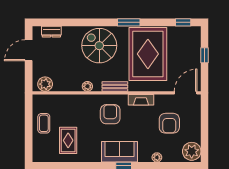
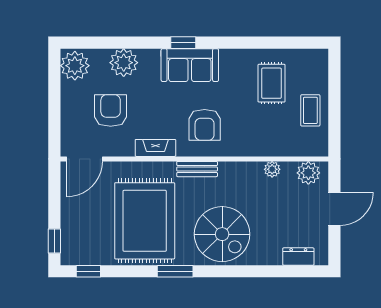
door: (29, 50) -> (334, 209), moved
window: (204, 55) -> (54, 241), moved
plant: (87, 86) -> (272, 169), moved
plant: (157, 157) -> (124, 63), width x1.88, depth x1.88

